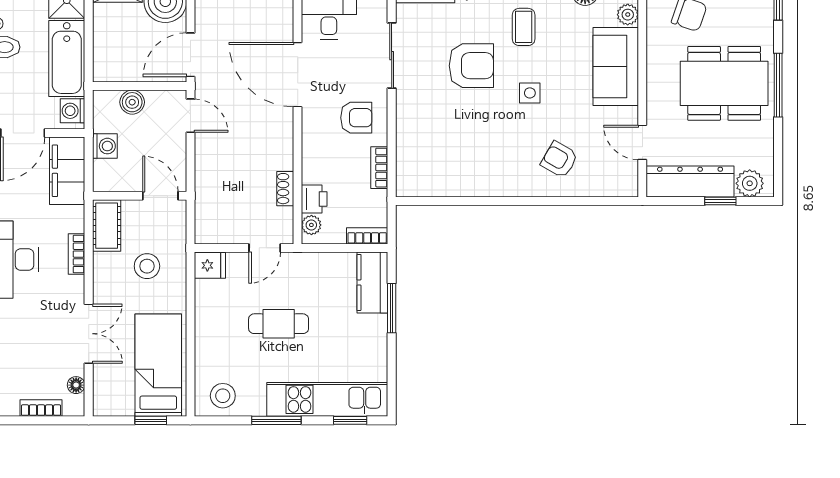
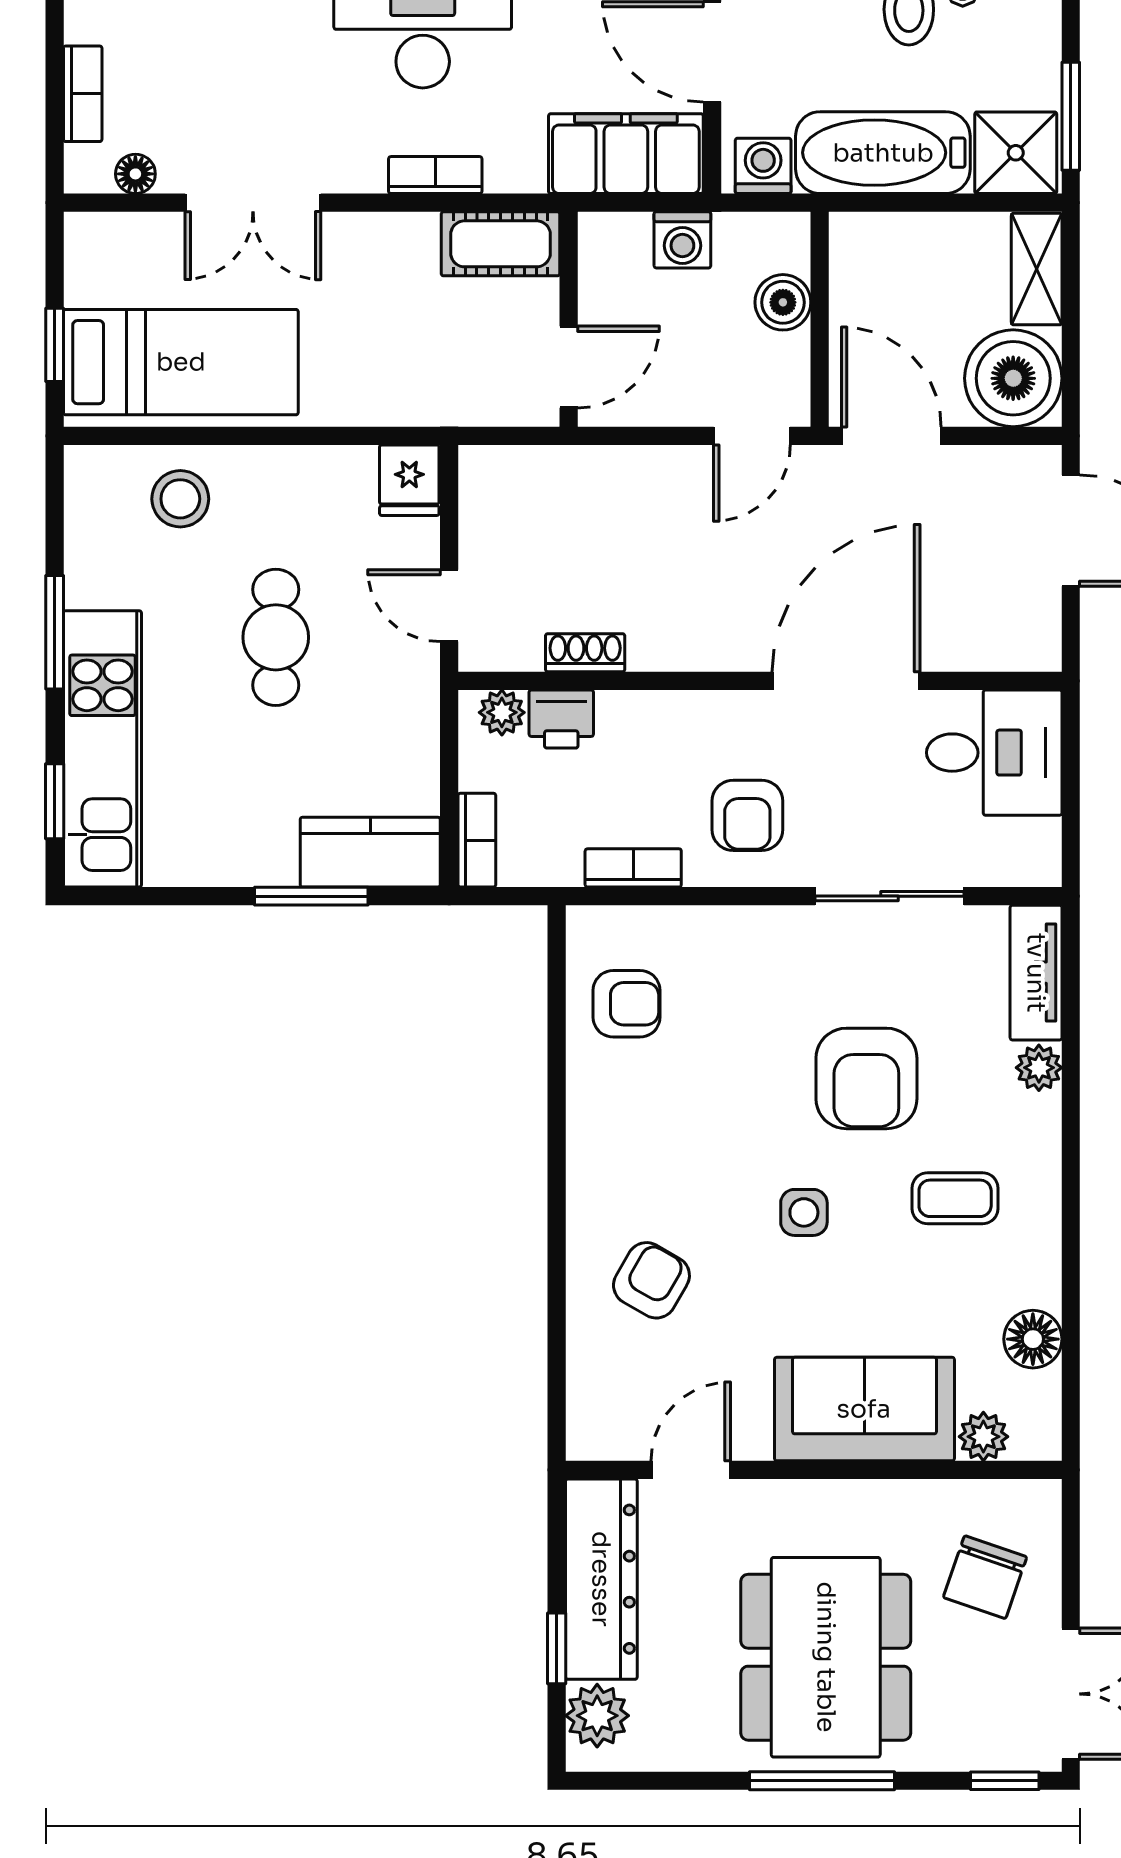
armchair: (439, 170) -> (627, 1004), added
stool: (147, 266) -> (408, 336), removed
stool: (223, 396) -> (180, 499), moved

